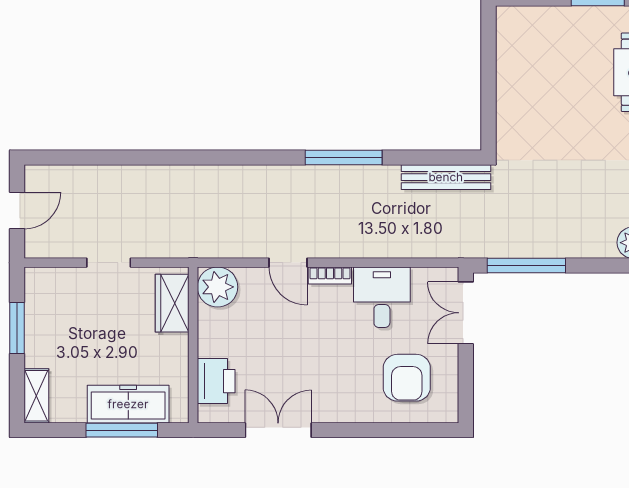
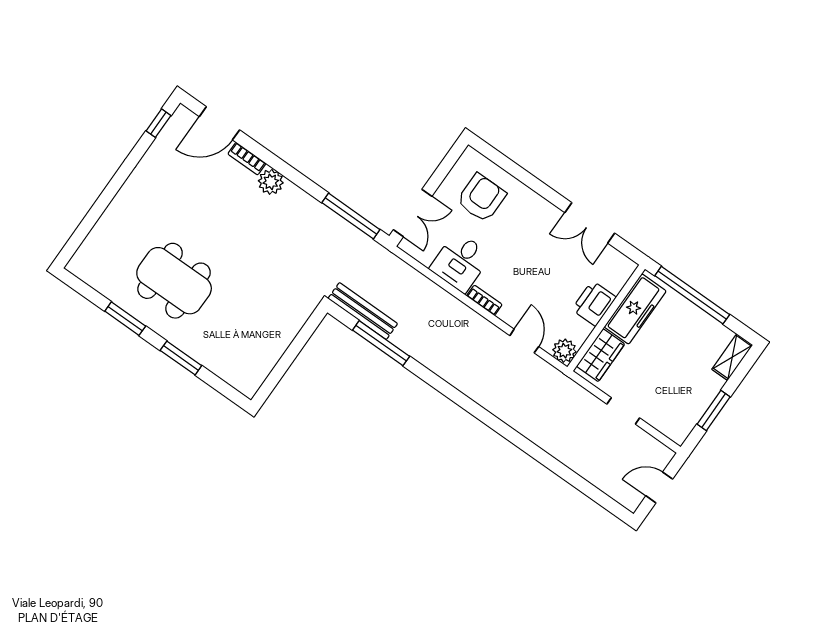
window: (344, 158) -> (381, 343), moved
door: (288, 263) -> (524, 341), moved
plant: (218, 287) -> (564, 351), width x0.73, depth x0.73
printer: (216, 381) -> (594, 303), moved
freezer: (128, 404) -> (635, 309), moved, turned -90
window: (122, 430) -> (692, 295), width x1.46

